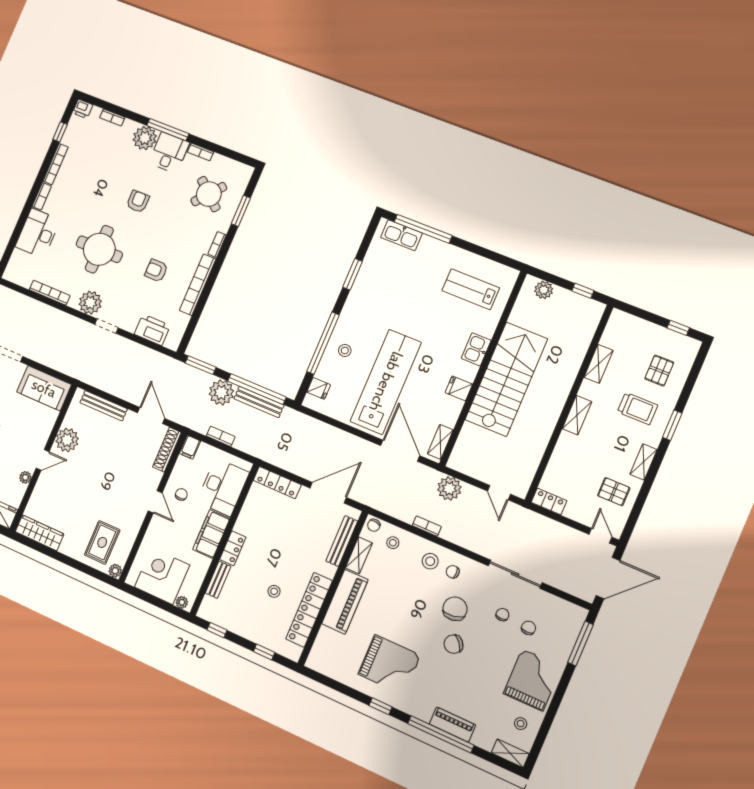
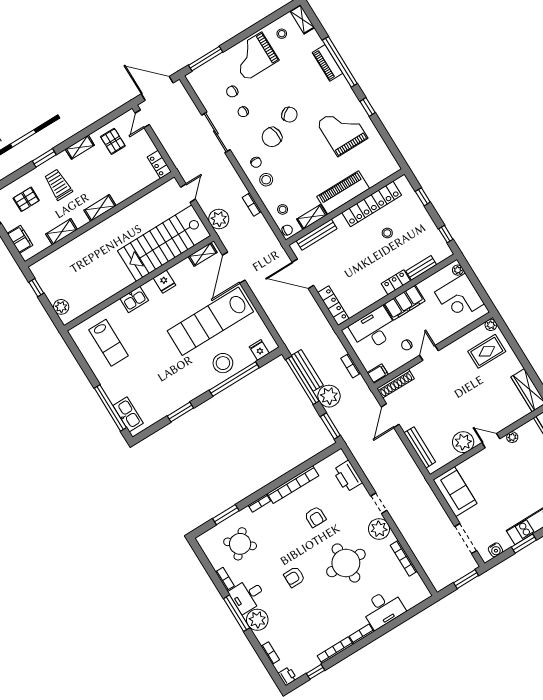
filing cabinet: (635, 326) -> (20, 239), added
stool: (345, 350) -> (223, 363), width x1.89, depth x1.89
stairs: (506, 379) -> (164, 243), moved

